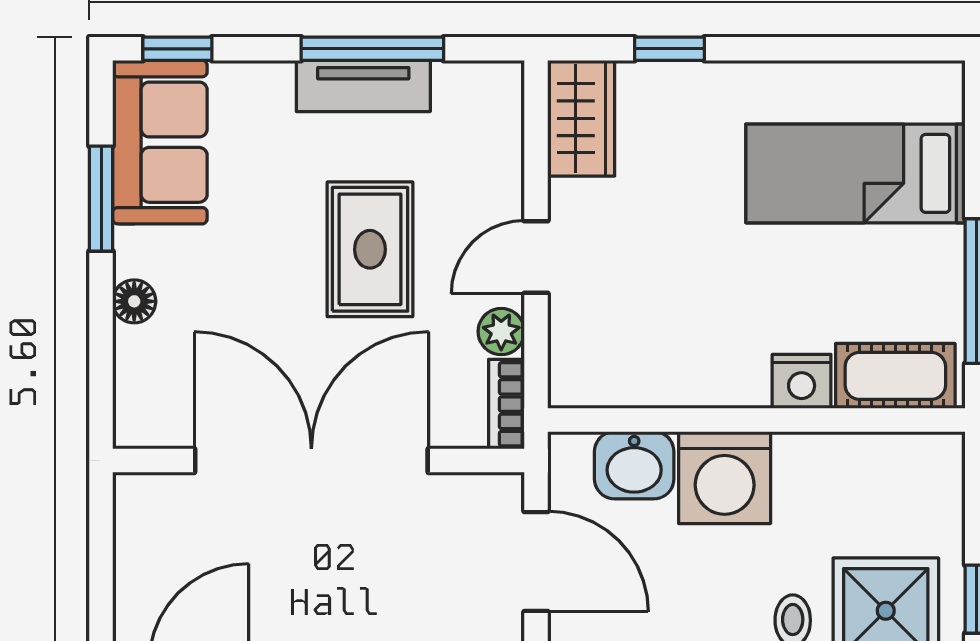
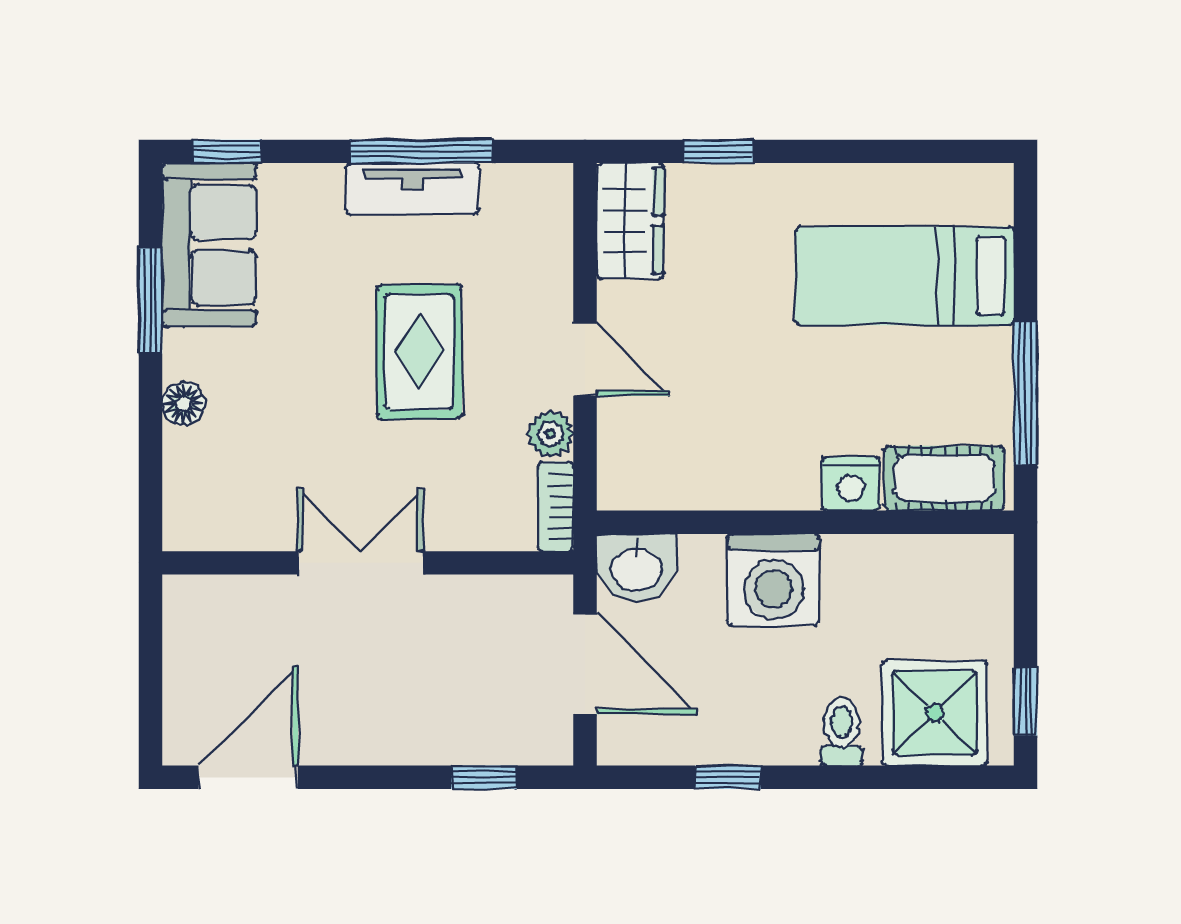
door: (536, 257) -> (585, 359), swing flipped
double door: (311, 461) -> (361, 563), width x0.54
washbasin: (634, 465) -> (636, 568), moved

